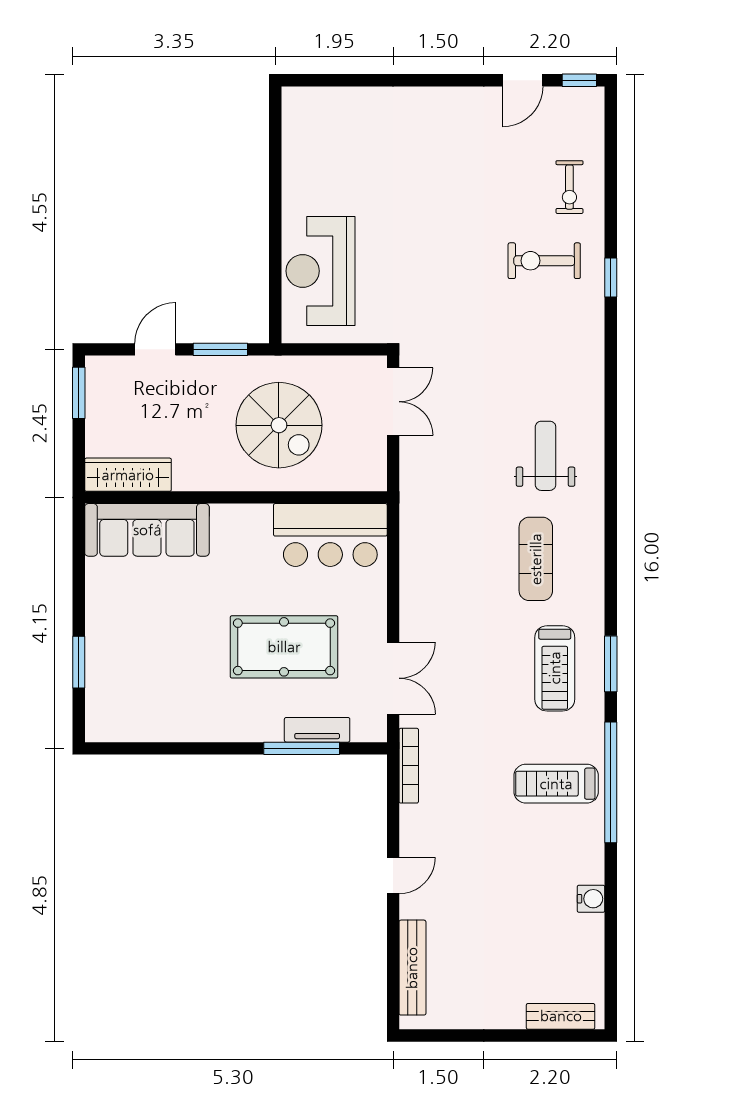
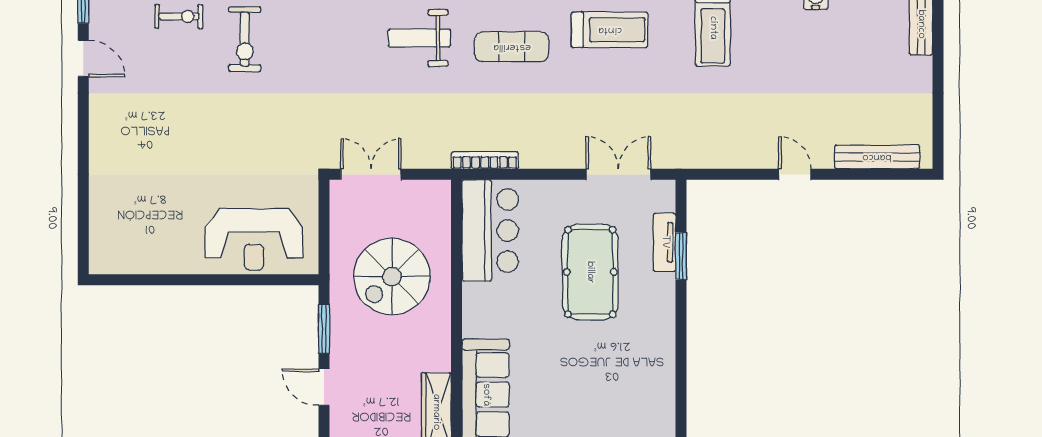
spiral stairs: (279, 425) -> (392, 276), turned 180
window: (302, 748) -> (681, 256), width x0.69
bookcase: (409, 766) -> (485, 160), moved

